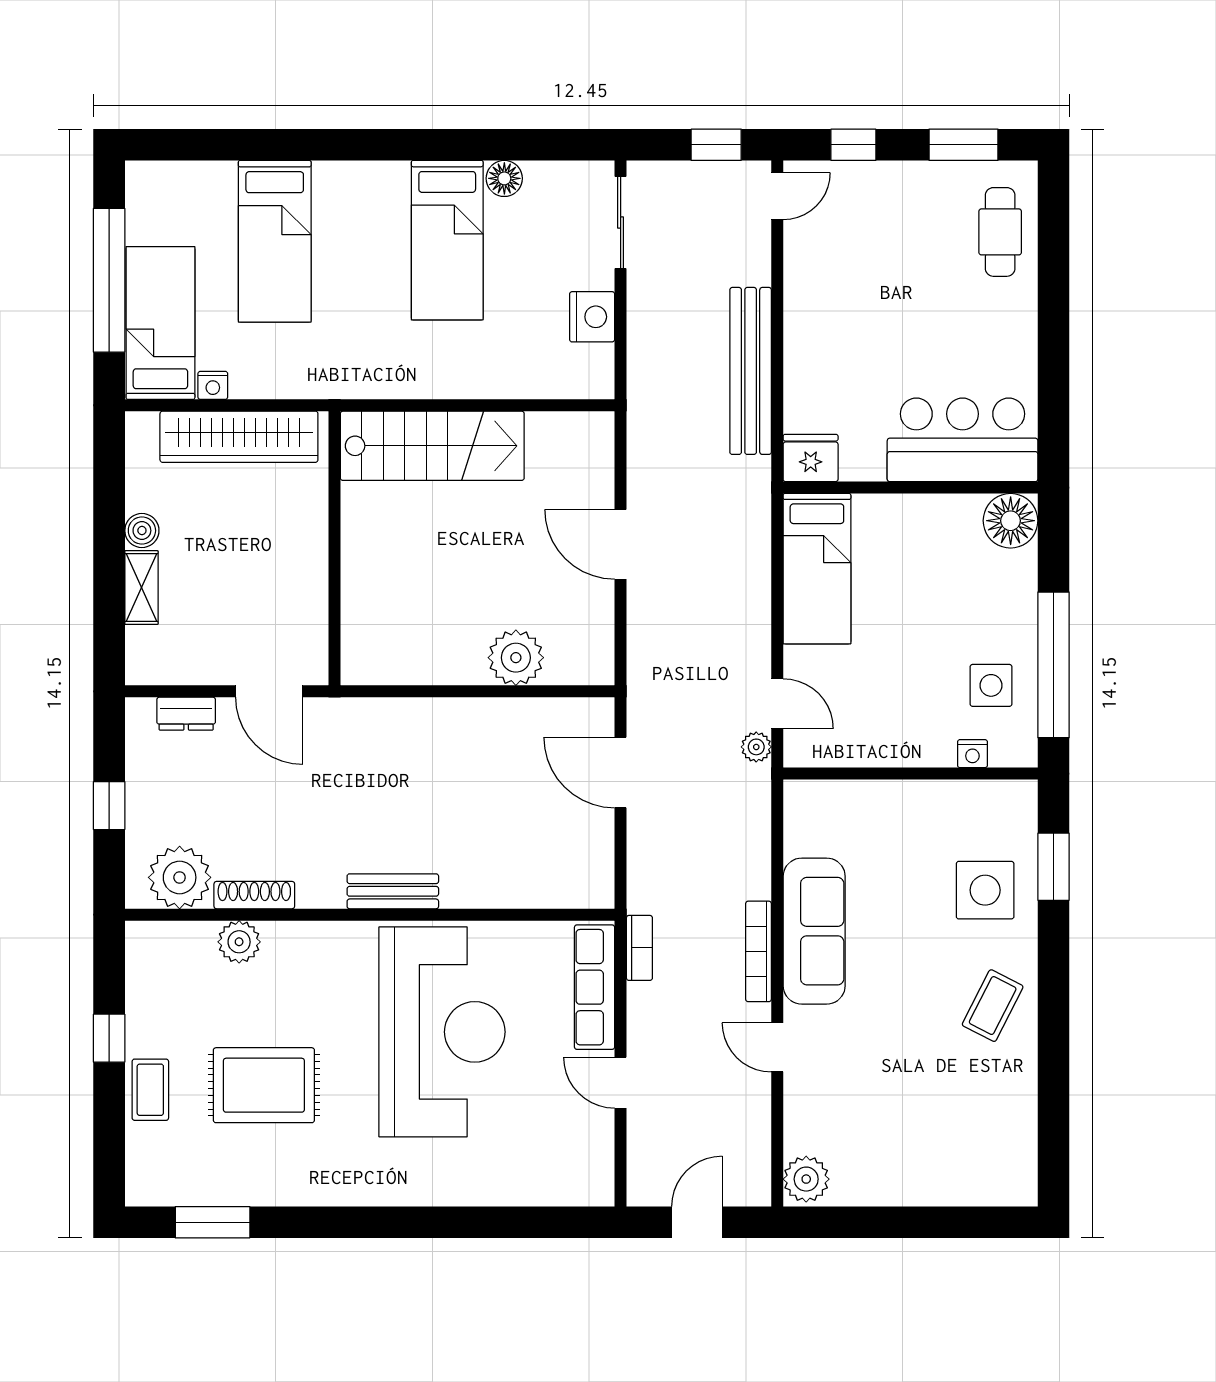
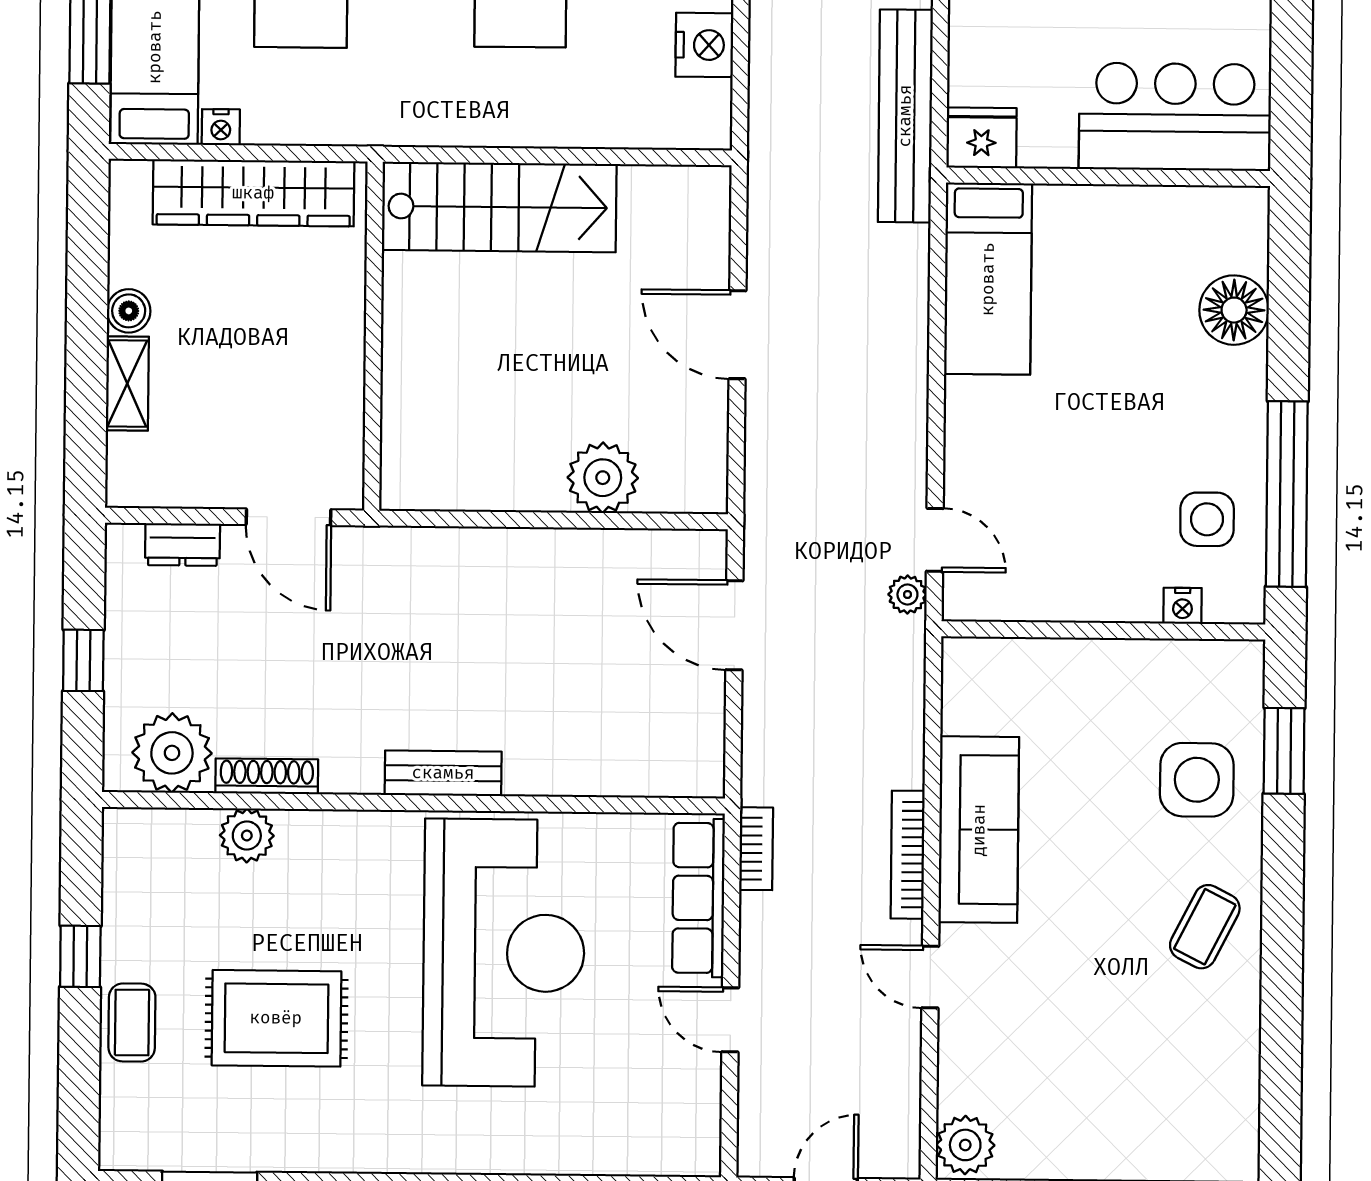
bar counter: (963, 440) -> (1175, 117), moved
fridge: (811, 458) -> (981, 138), moved
wall: (910, 488) -> (1108, 177), moved
bed: (817, 569) -> (988, 279), moved

